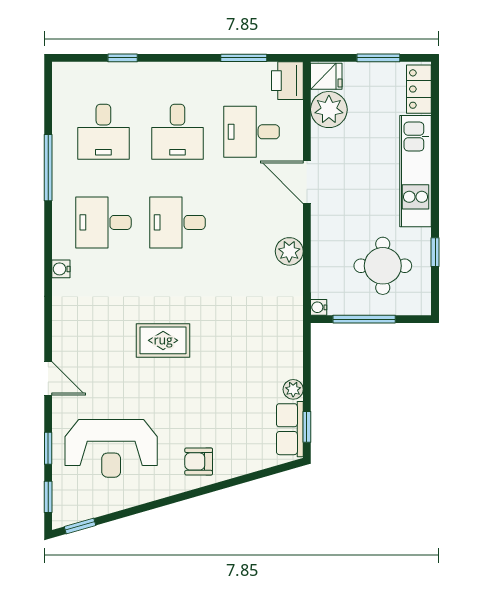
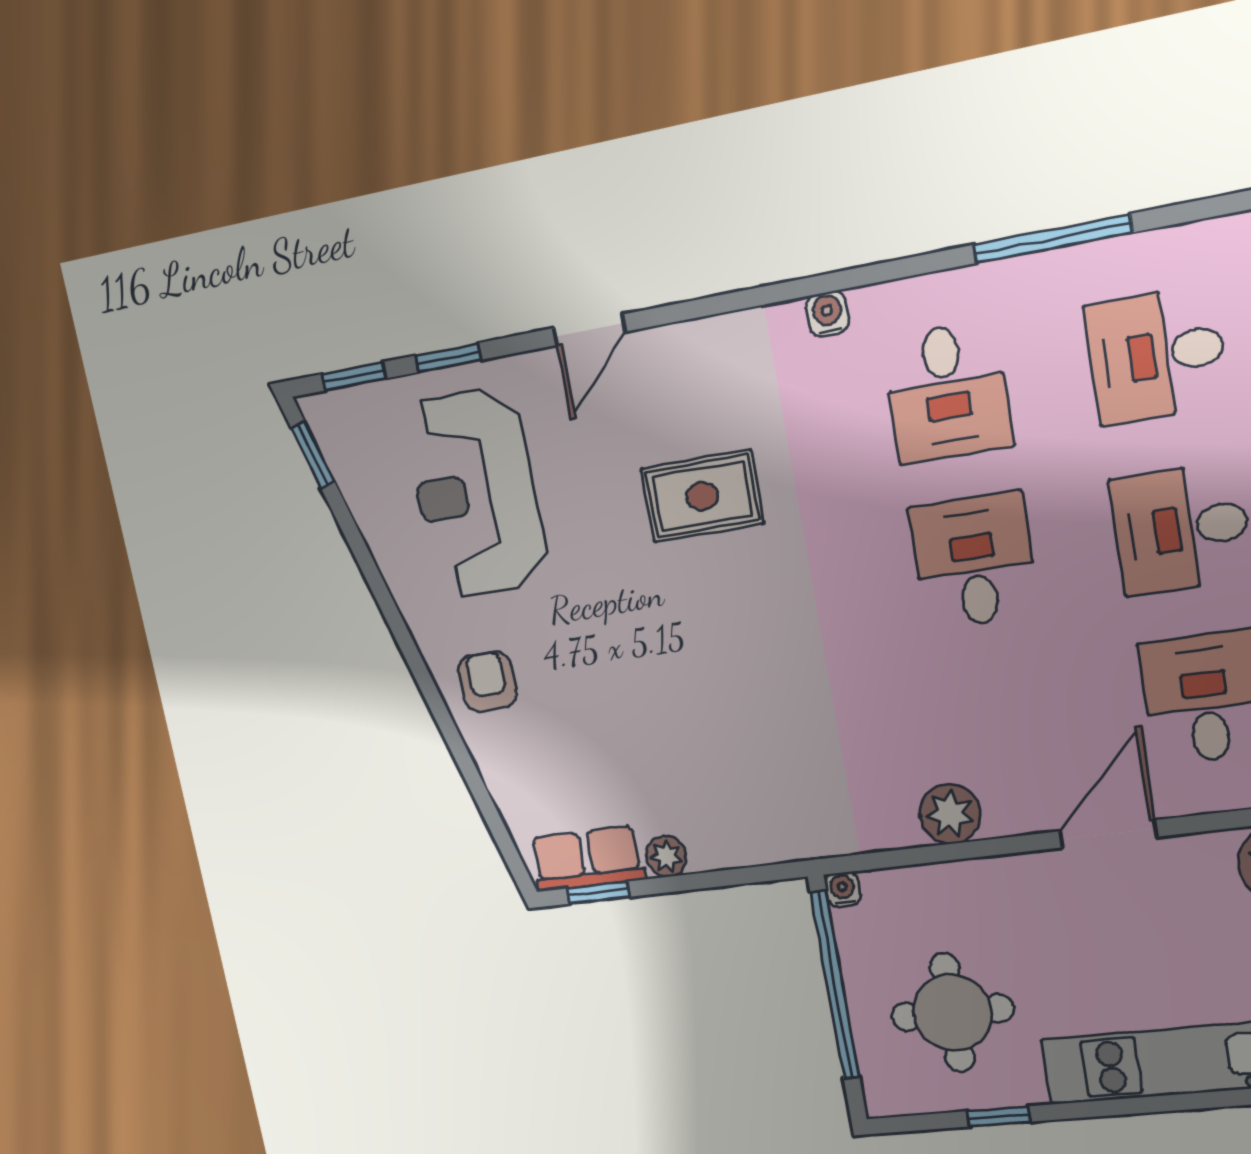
desk: (103, 222) -> (947, 392), turned 180
window: (364, 319) -> (835, 985), width x1.46
rug: (163, 340) -> (702, 496), moved, turned 90

